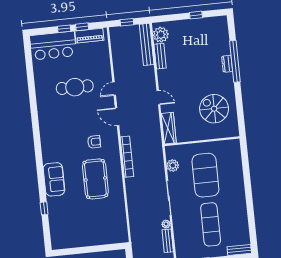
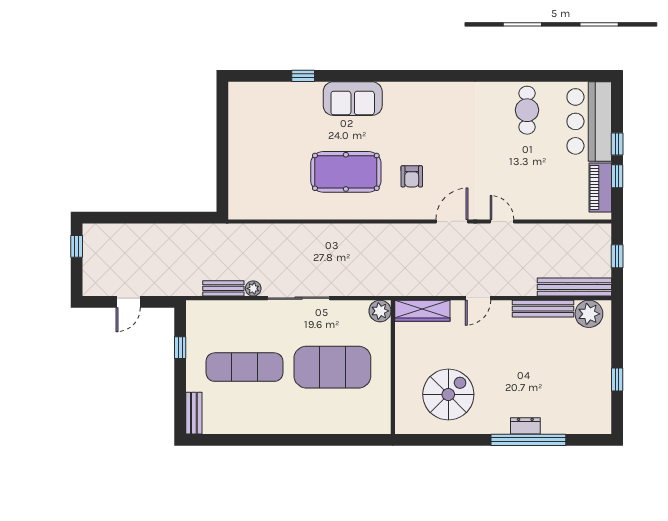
bench: (160, 56) -> (543, 309), width x1.36
cafe table: (75, 87) -> (527, 110), moved, width x0.73, depth x0.74
bookcase: (127, 157) -> (379, 232), removed
plant: (173, 165) -> (380, 311), moved

